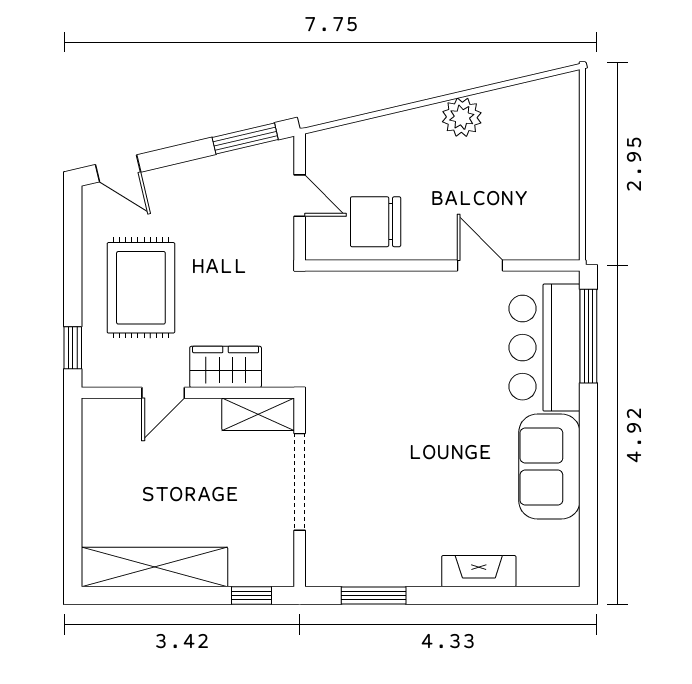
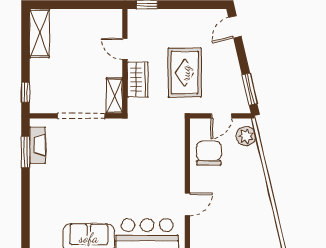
plant: (462, 117) -> (246, 136), moved
rug: (141, 288) -> (185, 73), moved, turned 90
shelving: (154, 567) -> (40, 33), width x0.68
fireplace: (479, 571) -> (37, 145), moved

